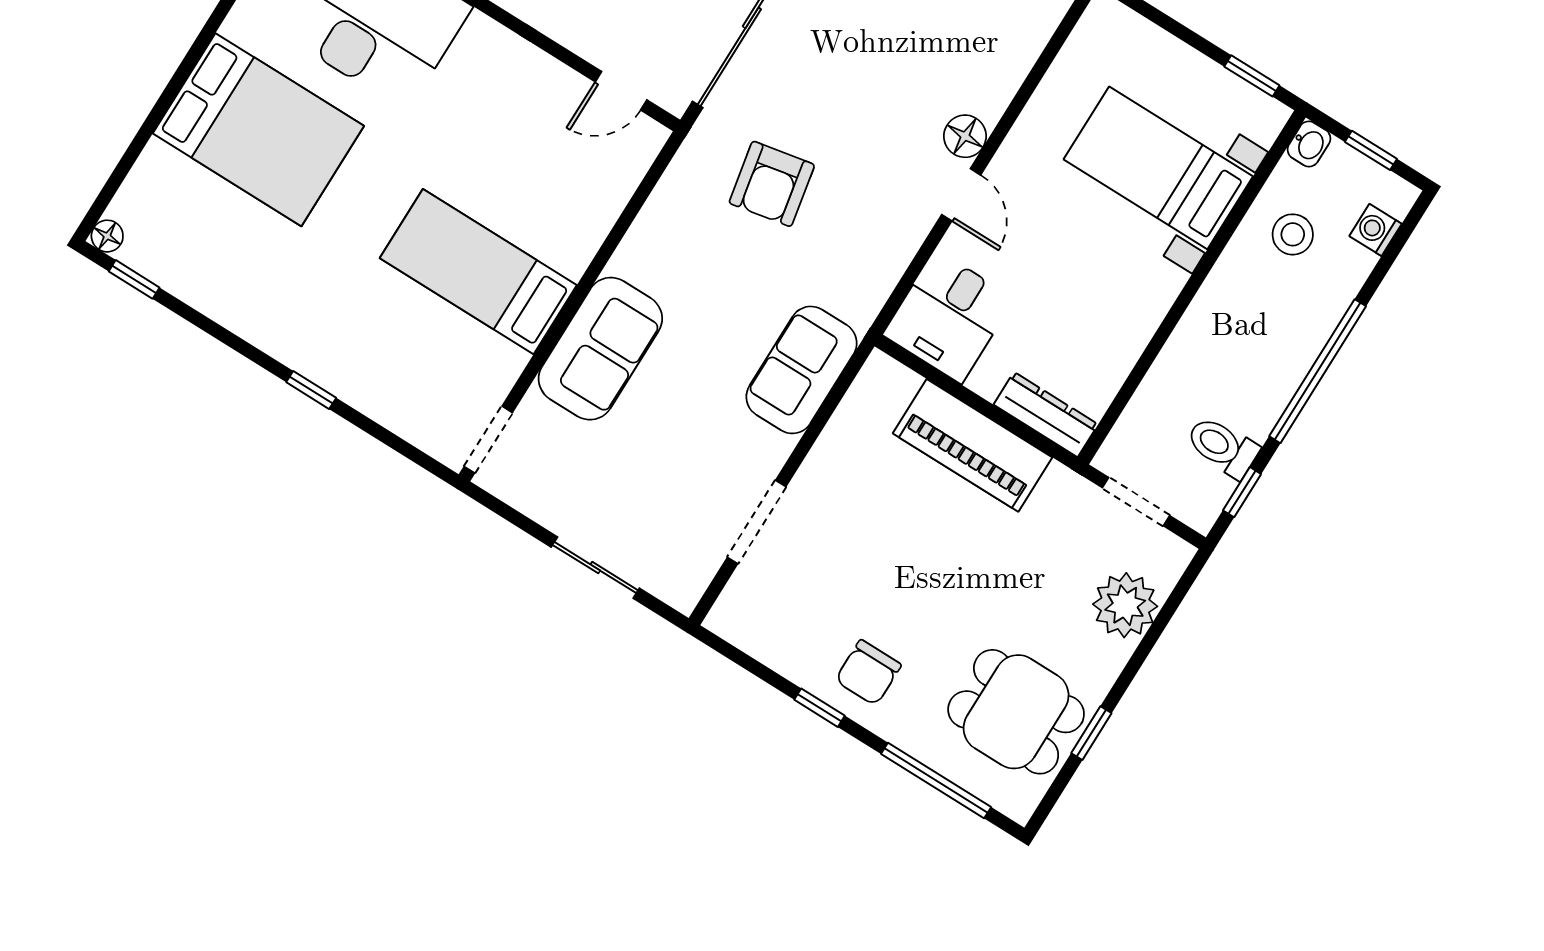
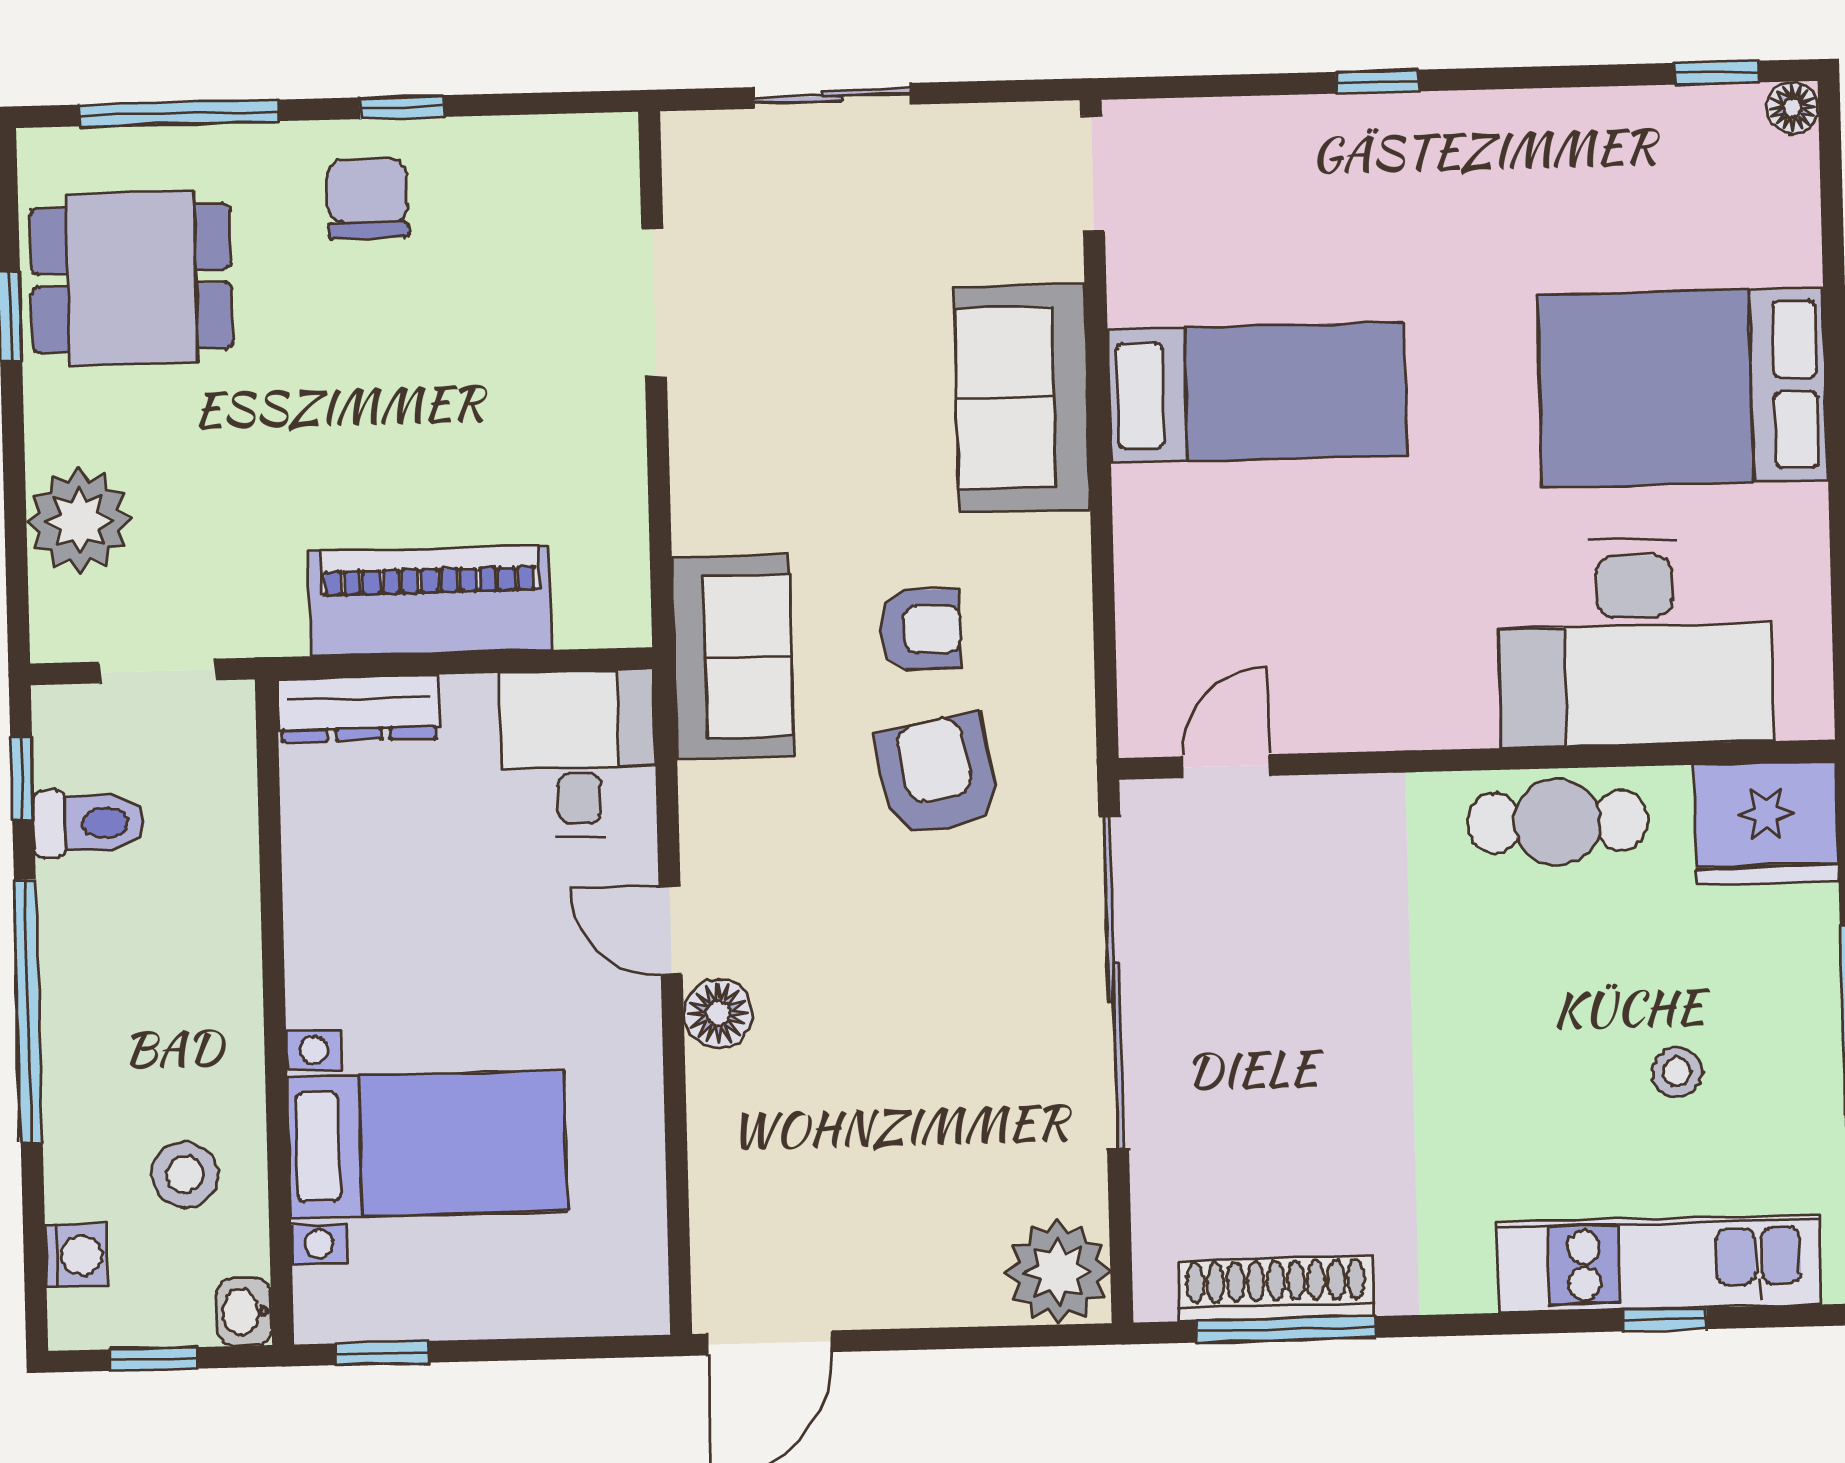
armchair: (731, 264) -> (921, 629), added
sofa: (802, 370) -> (733, 657), moved

